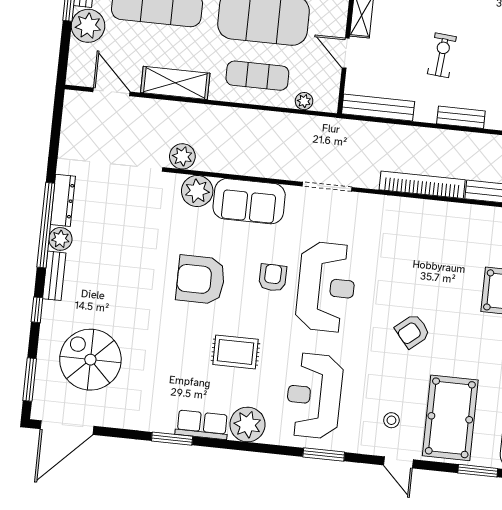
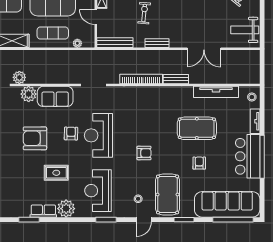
reception desk: (326, 287) -> (98, 135), turned 180
armchair: (413, 331) -> (144, 153), turned -140
door: (398, 462) -> (144, 220), hinge flipped

